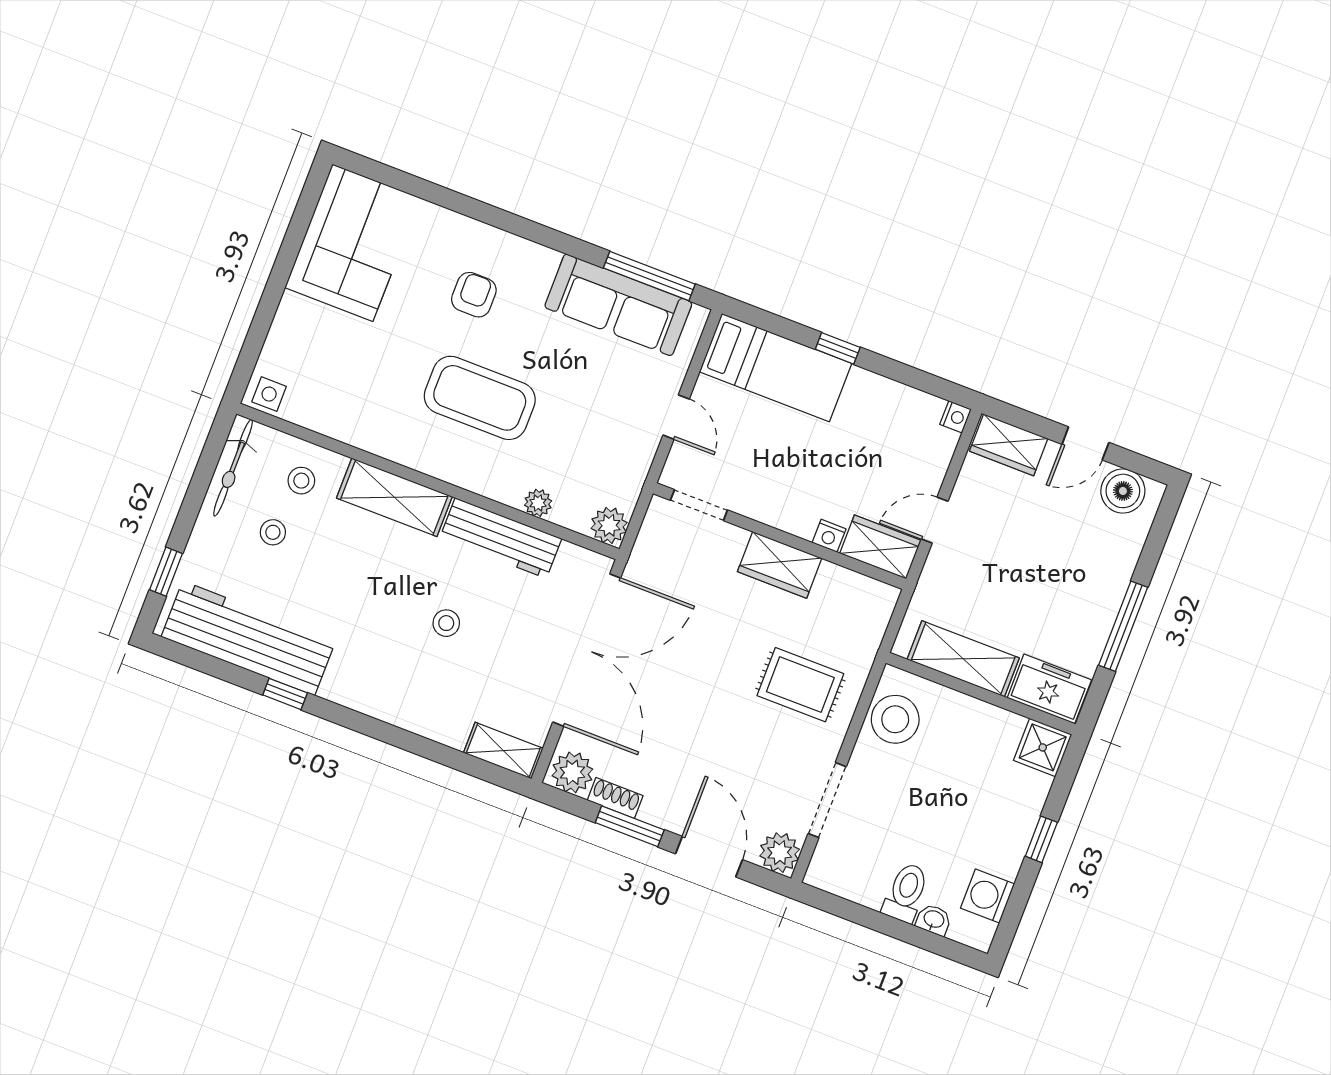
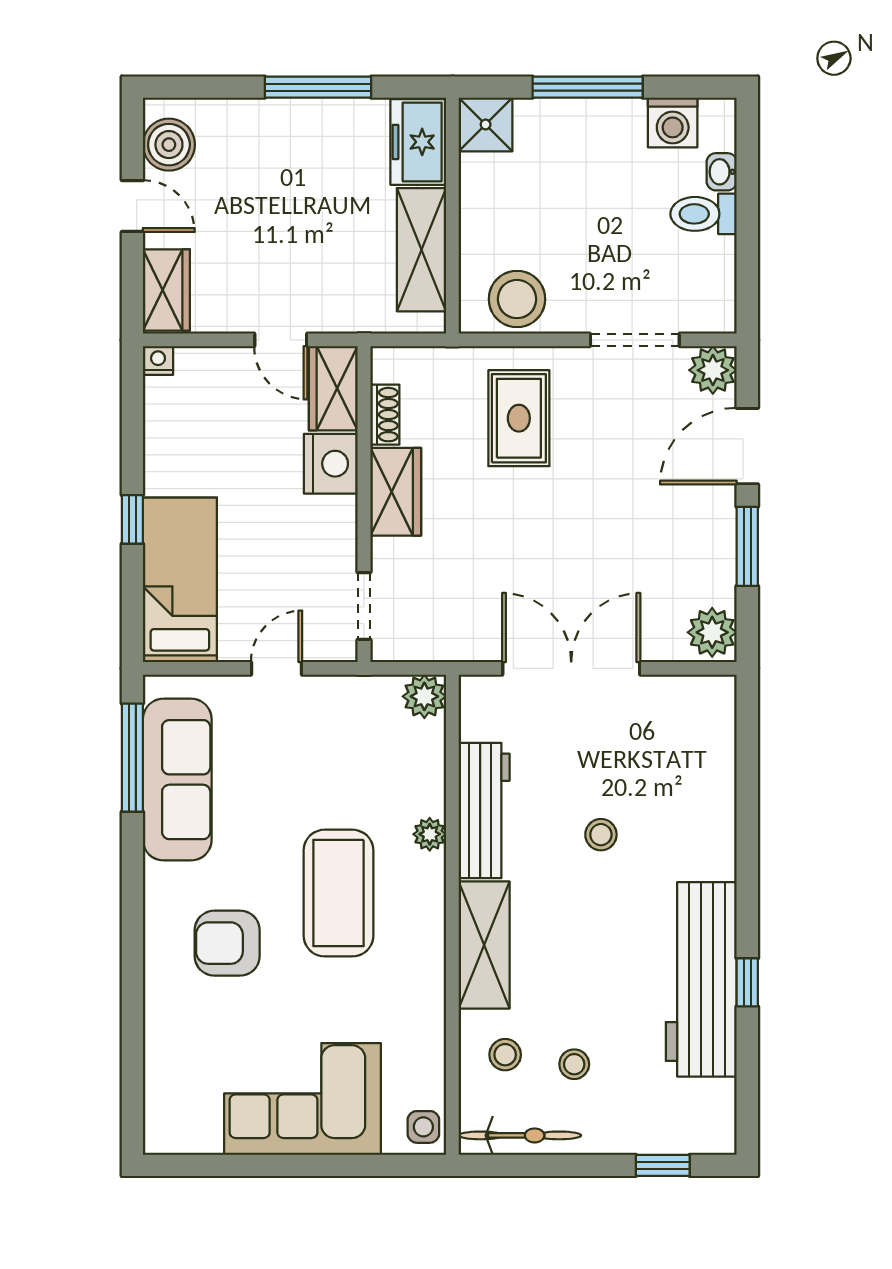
corner sofa: (353, 243) -> (303, 1099), moved
armchair: (474, 295) -> (227, 943), width x1.38, depth x1.38
plant: (538, 503) -> (430, 834), moved
nightstand: (829, 536) -> (331, 464), width x1.89, depth x1.79
workbench: (249, 638) -> (701, 979), moved
double door: (587, 650) -> (571, 668), width x0.73
shelving: (503, 751) -> (717, 718), removed
shoe rack: (615, 798) -> (385, 415), moved, turned 180
window: (1041, 839) -> (588, 87), width x2.17

